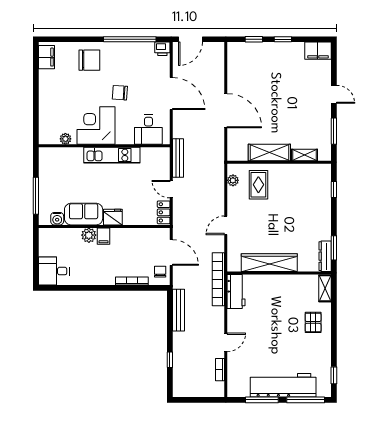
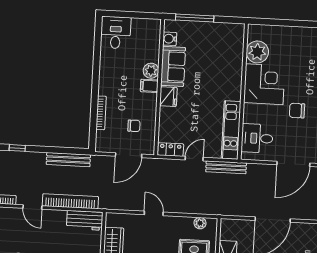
chair: (120, 93) -> (297, 111), turned -94
plant: (65, 139) -> (257, 52), width x1.87, depth x1.87
kitchen unit: (112, 155) -> (231, 130), moved
chair: (160, 272) -> (134, 126), moved
bookcase: (218, 279) -> (70, 201), moved

